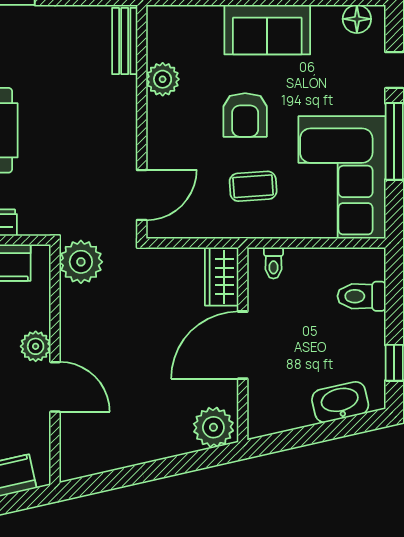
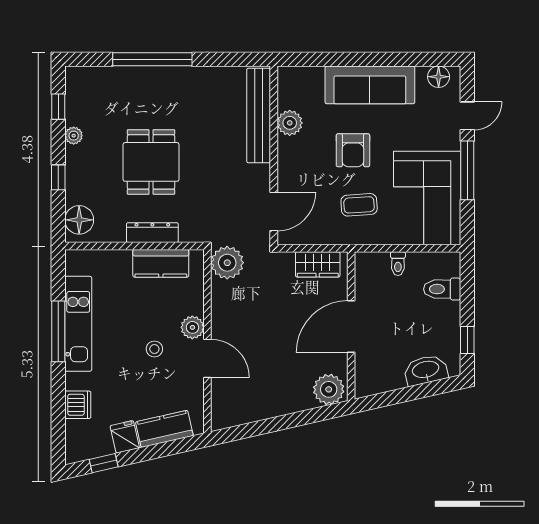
sofa: (267, 30) -> (370, 85), width x1.36
bench: (125, 41) -> (259, 116), width x1.86, depth x1.21
toilet: (273, 263) -> (398, 264), moved
wardrobe: (222, 277) -> (318, 264), moved, turned -90

